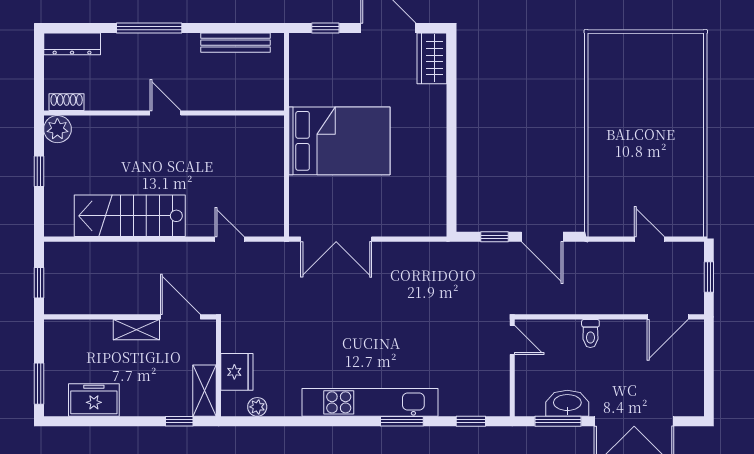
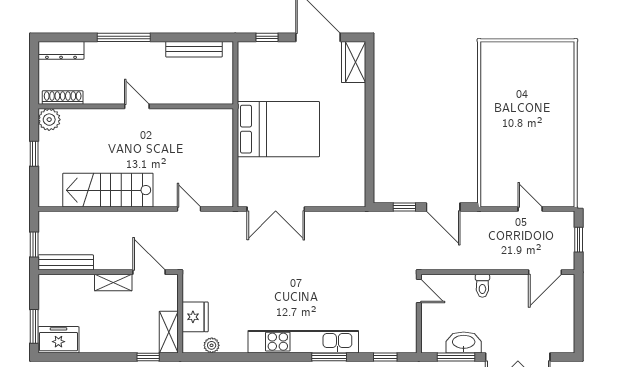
shoe rack: (67, 102) -> (63, 98), width x1.43
bench: (78, 305) -> (66, 262), added
freezer: (94, 400) -> (58, 340), moved

